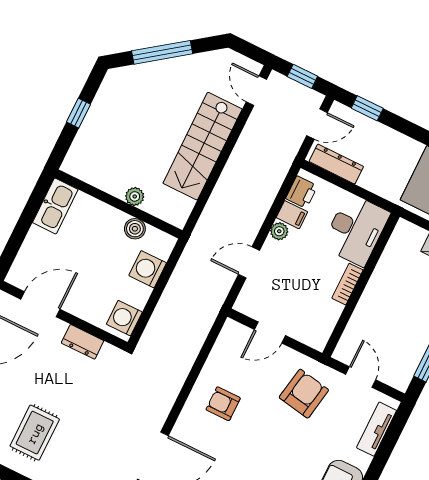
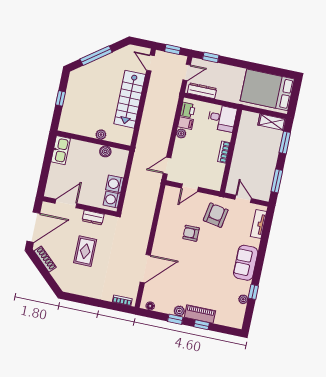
desk: (356, 230) -> (222, 118), width x0.73
door: (249, 262) -> (167, 166), moved
washing machine: (148, 269) -> (115, 184), moved
armchair: (223, 404) -> (191, 233), moved
rug: (35, 433) -> (85, 251), moved

